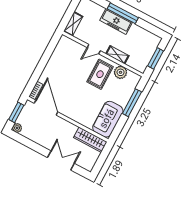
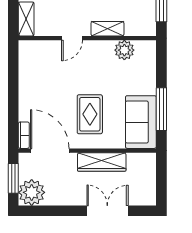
rug: (100, 74) -> (90, 114), moved
window: (132, 103) -> (161, 109), moved
plant: (17, 128) -> (32, 192), width x1.88, depth x1.88
wardrobe: (90, 140) -> (102, 162), moved

